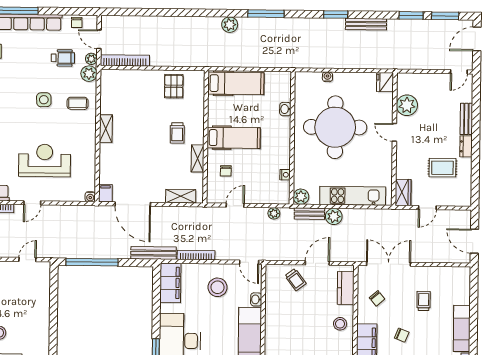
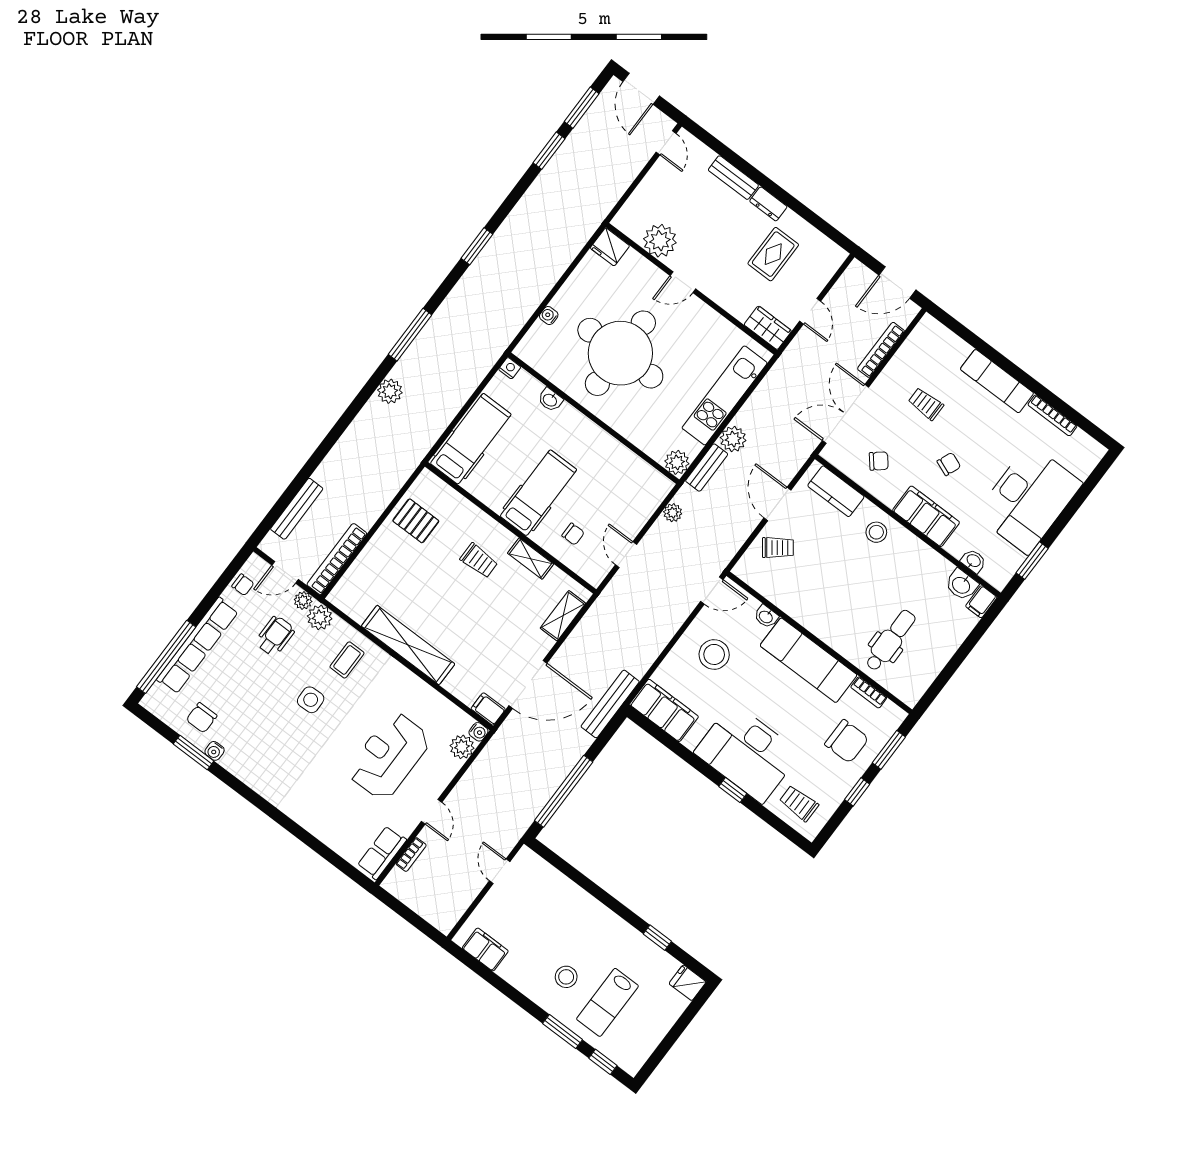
bench: (366, 24) -> (297, 509), moved
shelving: (106, 129) -> (408, 645), width x2.20, depth x1.33
nightstand: (285, 175) -> (510, 368), moved
plant: (76, 194) -> (462, 747), added
bookcase: (196, 255) -> (881, 350), moved

